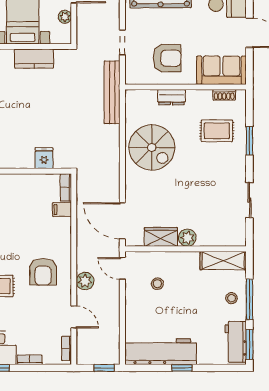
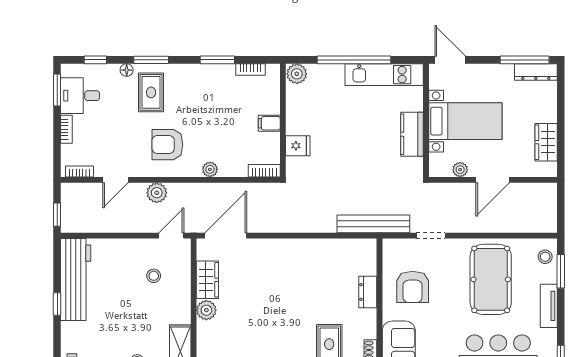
spiral stairs: (152, 147) -> (310, 269), removed
filing cabinet: (62, 210) -> (269, 123), moved, turned -90
plant: (65, 235) -> (210, 169), added

